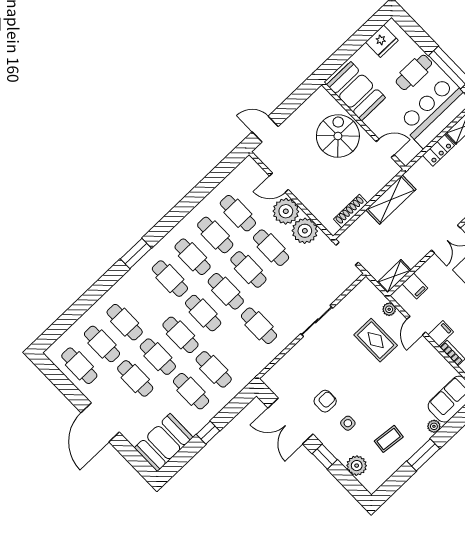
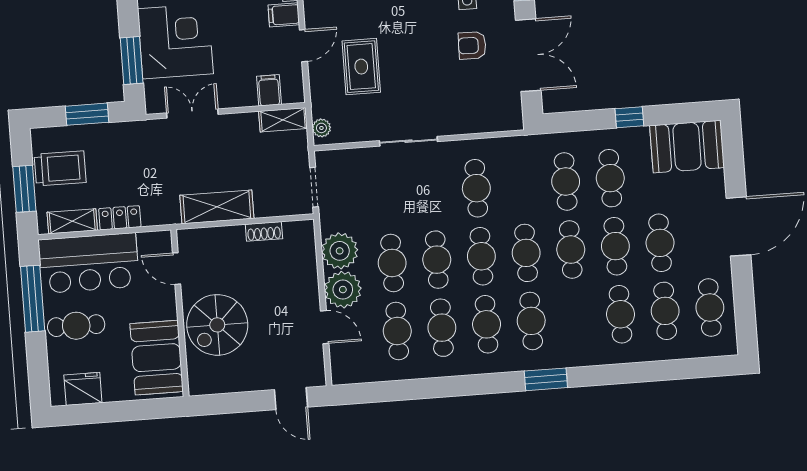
shoe rack: (351, 211) -> (264, 231), width x0.70
plant: (389, 309) -> (321, 128), moved

